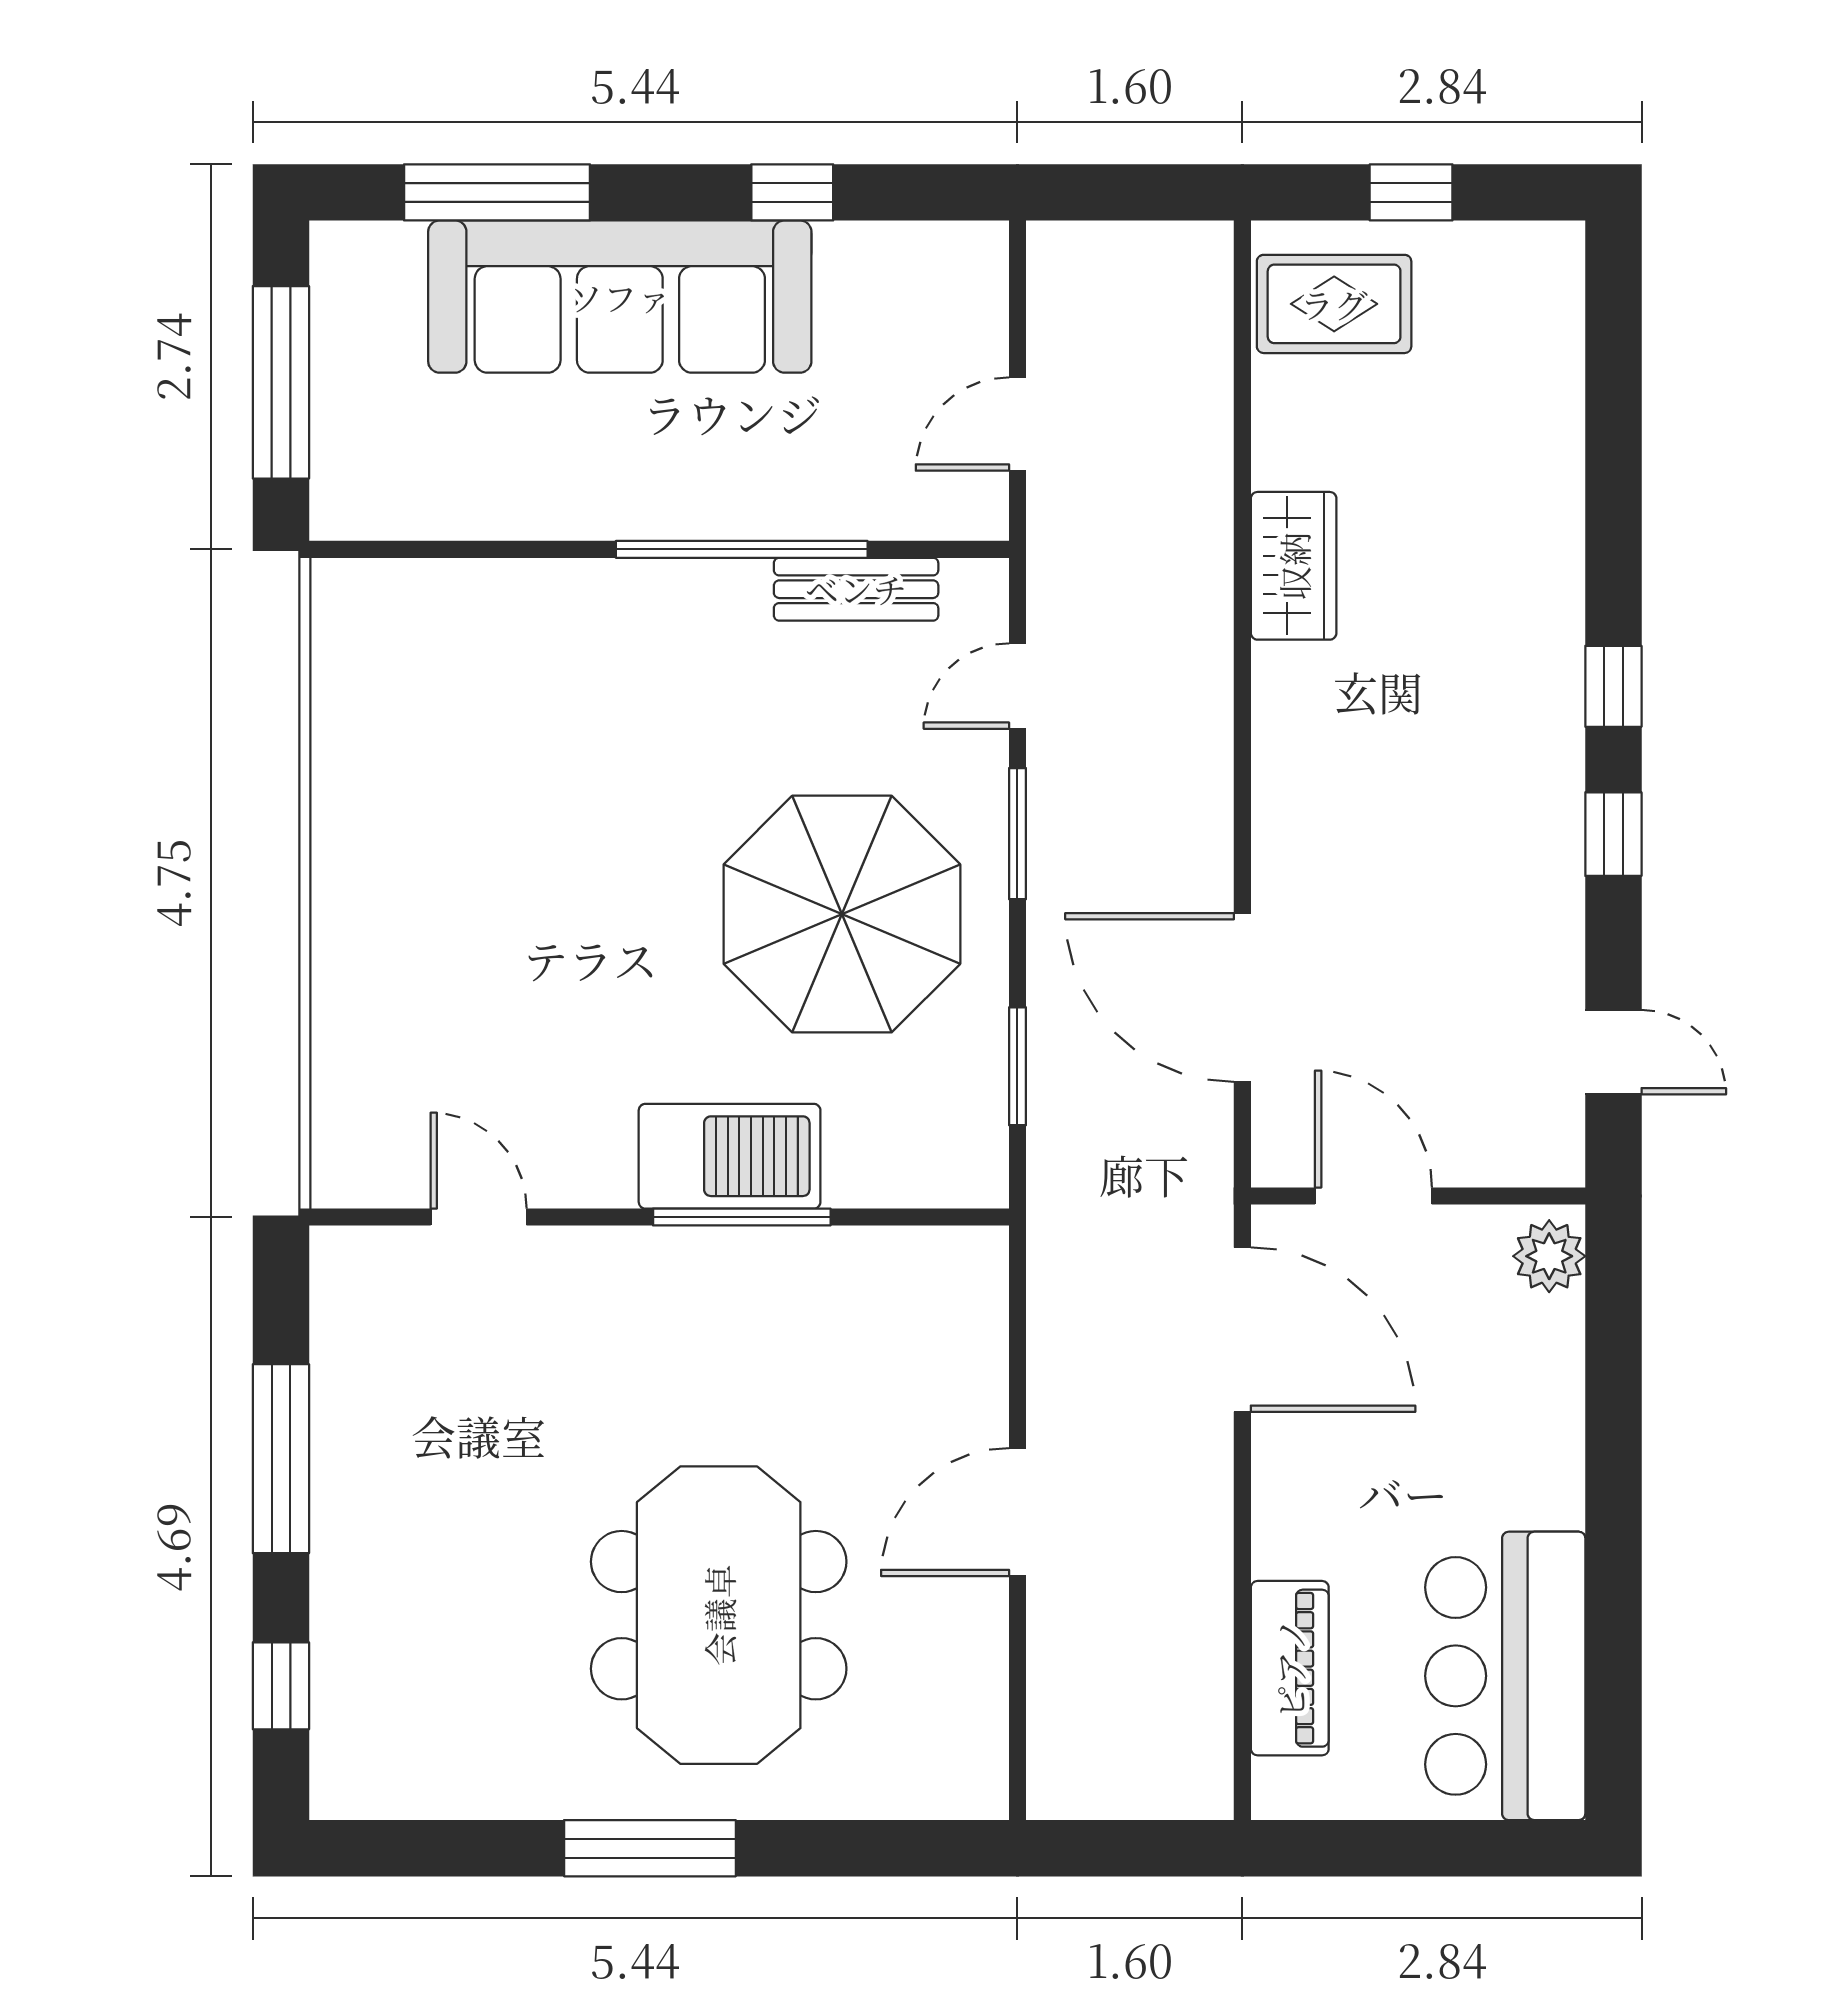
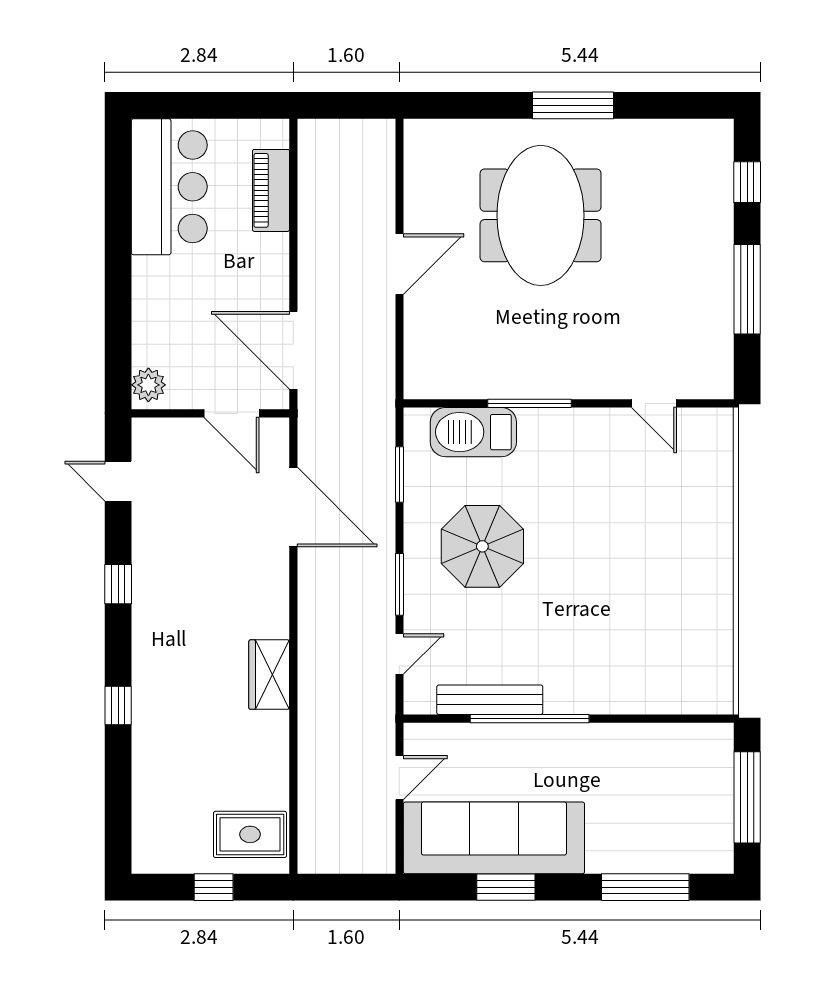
window: (792, 192) -> (506, 887), width x1.50
sofa: (620, 297) -> (494, 838), moved
wardrobe: (1294, 566) -> (269, 675), moved
bench: (856, 589) -> (490, 700), width x1.36
window: (1613, 686) -> (118, 705), moved
parasol: (842, 914) -> (482, 546), width x0.73, depth x0.73
barbecue: (730, 1156) -> (473, 432), moved

